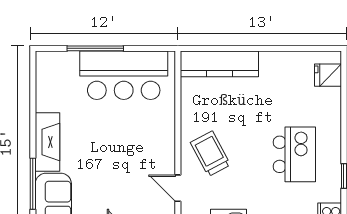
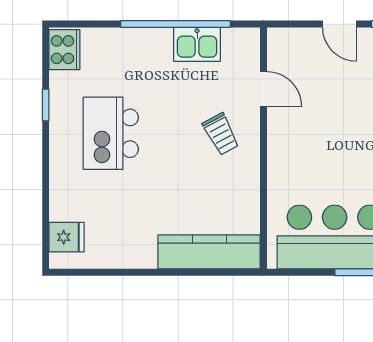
trolley: (210, 154) -> (221, 134), width x0.73, depth x0.72

